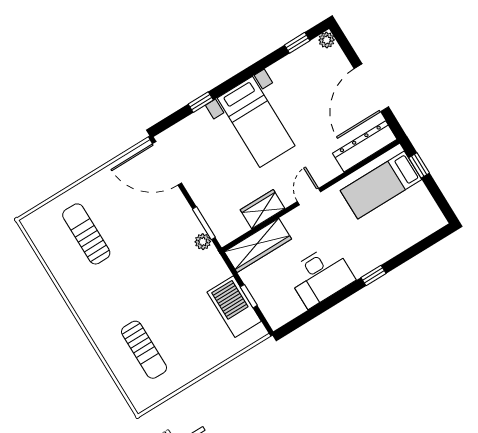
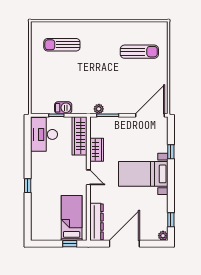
door: (371, 88) -> (124, 244), hinge flipped
desk: (321, 276) -> (44, 134), moved
barbecue: (234, 307) -> (63, 108), width x0.53, depth x0.65

